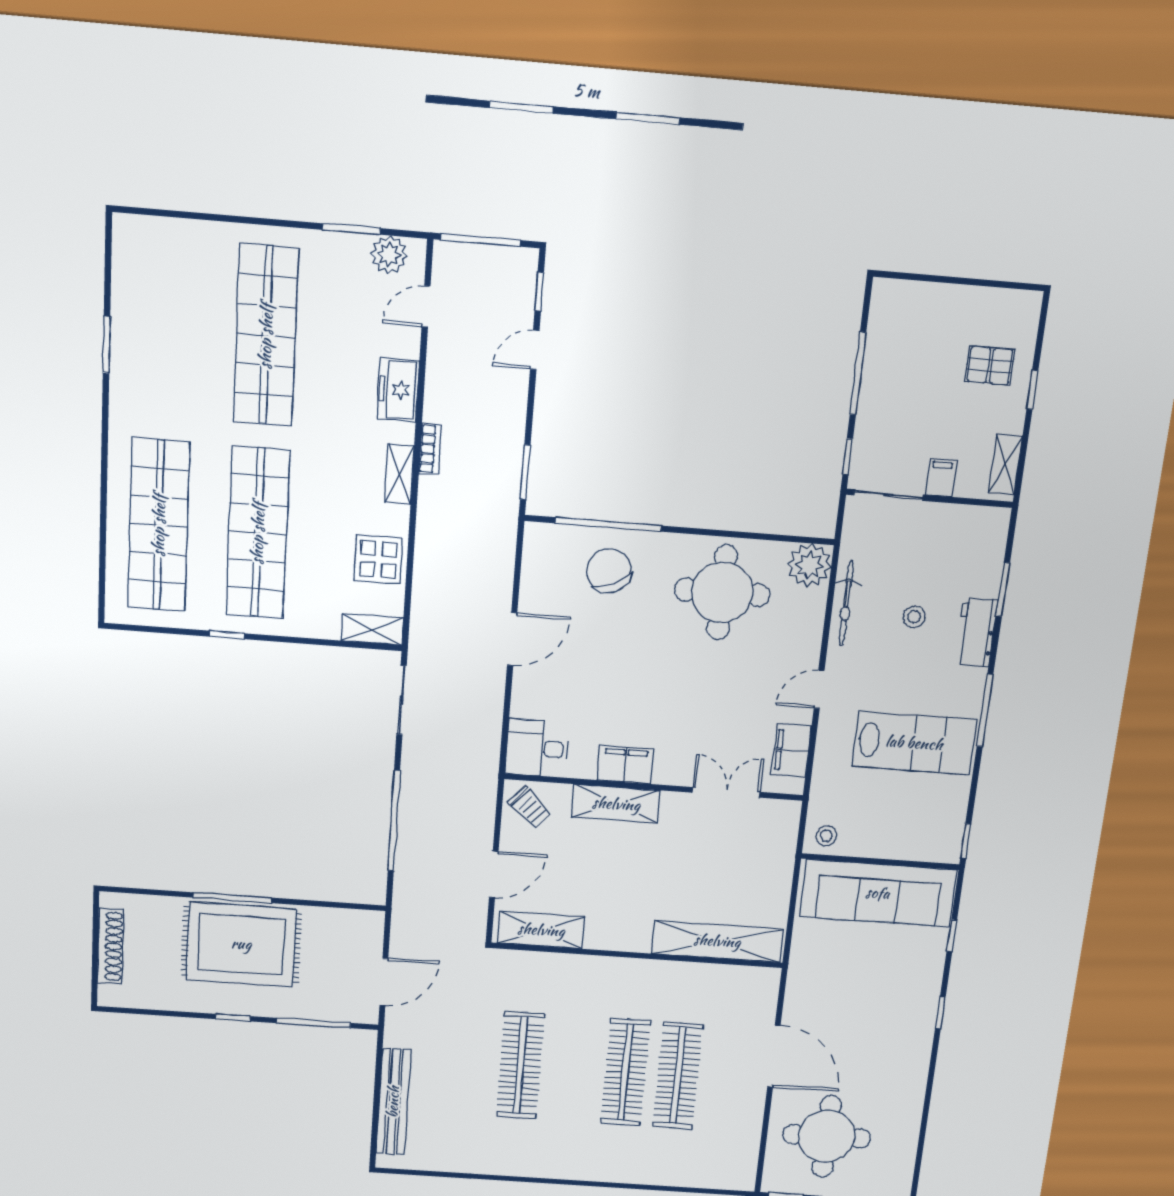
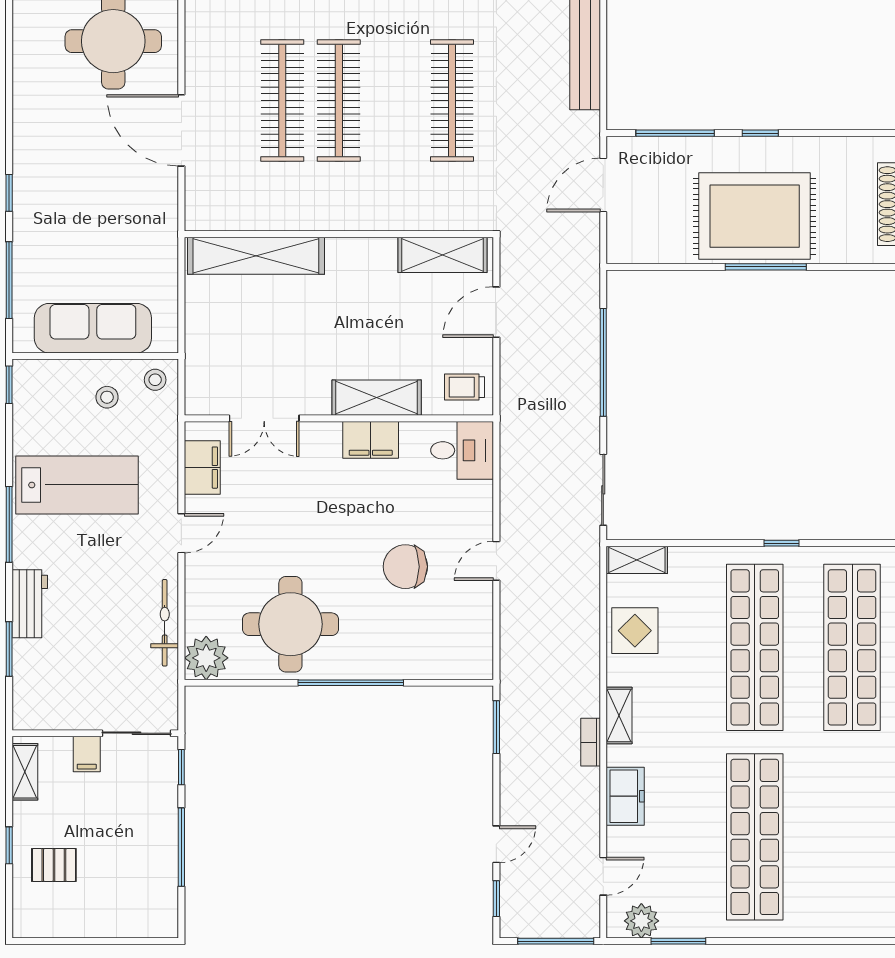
window: (608, 524) -> (351, 683), moved
chair: (609, 571) -> (405, 567), moved, turned 115
stool: (914, 617) -> (107, 397), moved
door: (512, 639) -> (496, 561), width x0.73
lab bench: (914, 743) -> (77, 485), turned 180
trolley: (530, 808) -> (464, 387), turned -43
sofa: (878, 893) -> (93, 328), width x0.74, depth x0.79
window: (952, 936) -> (9, 280), width x2.17

